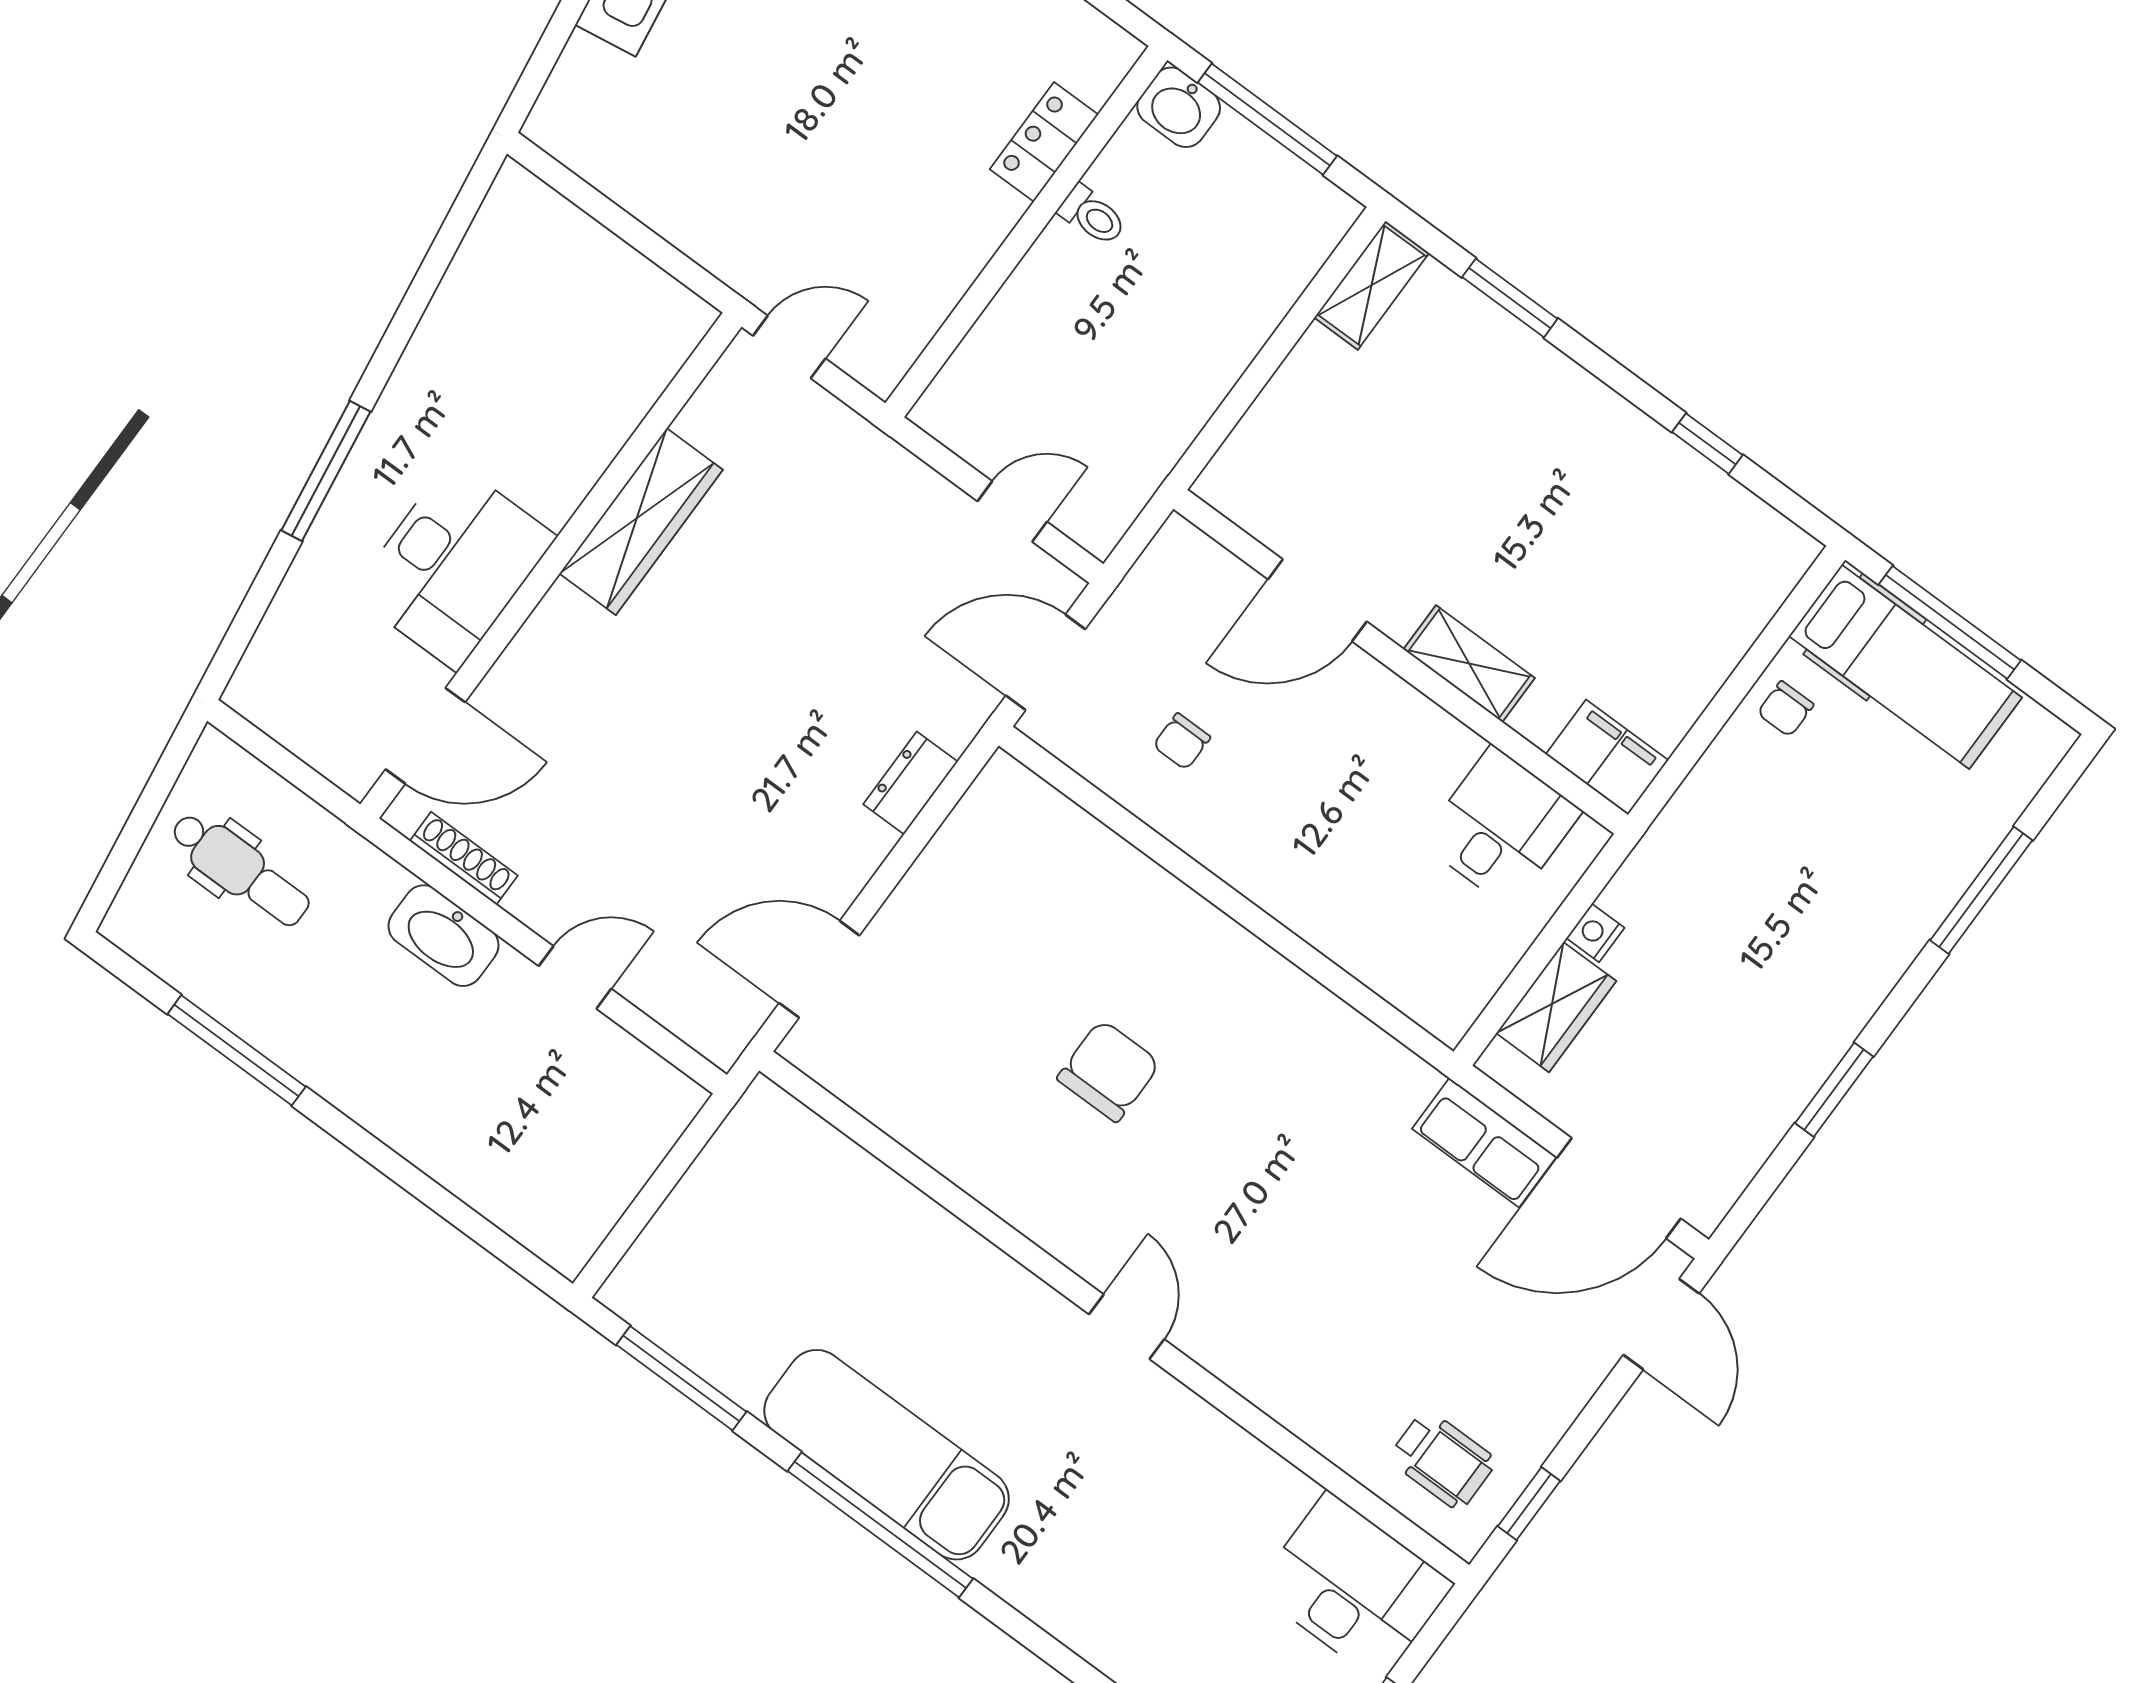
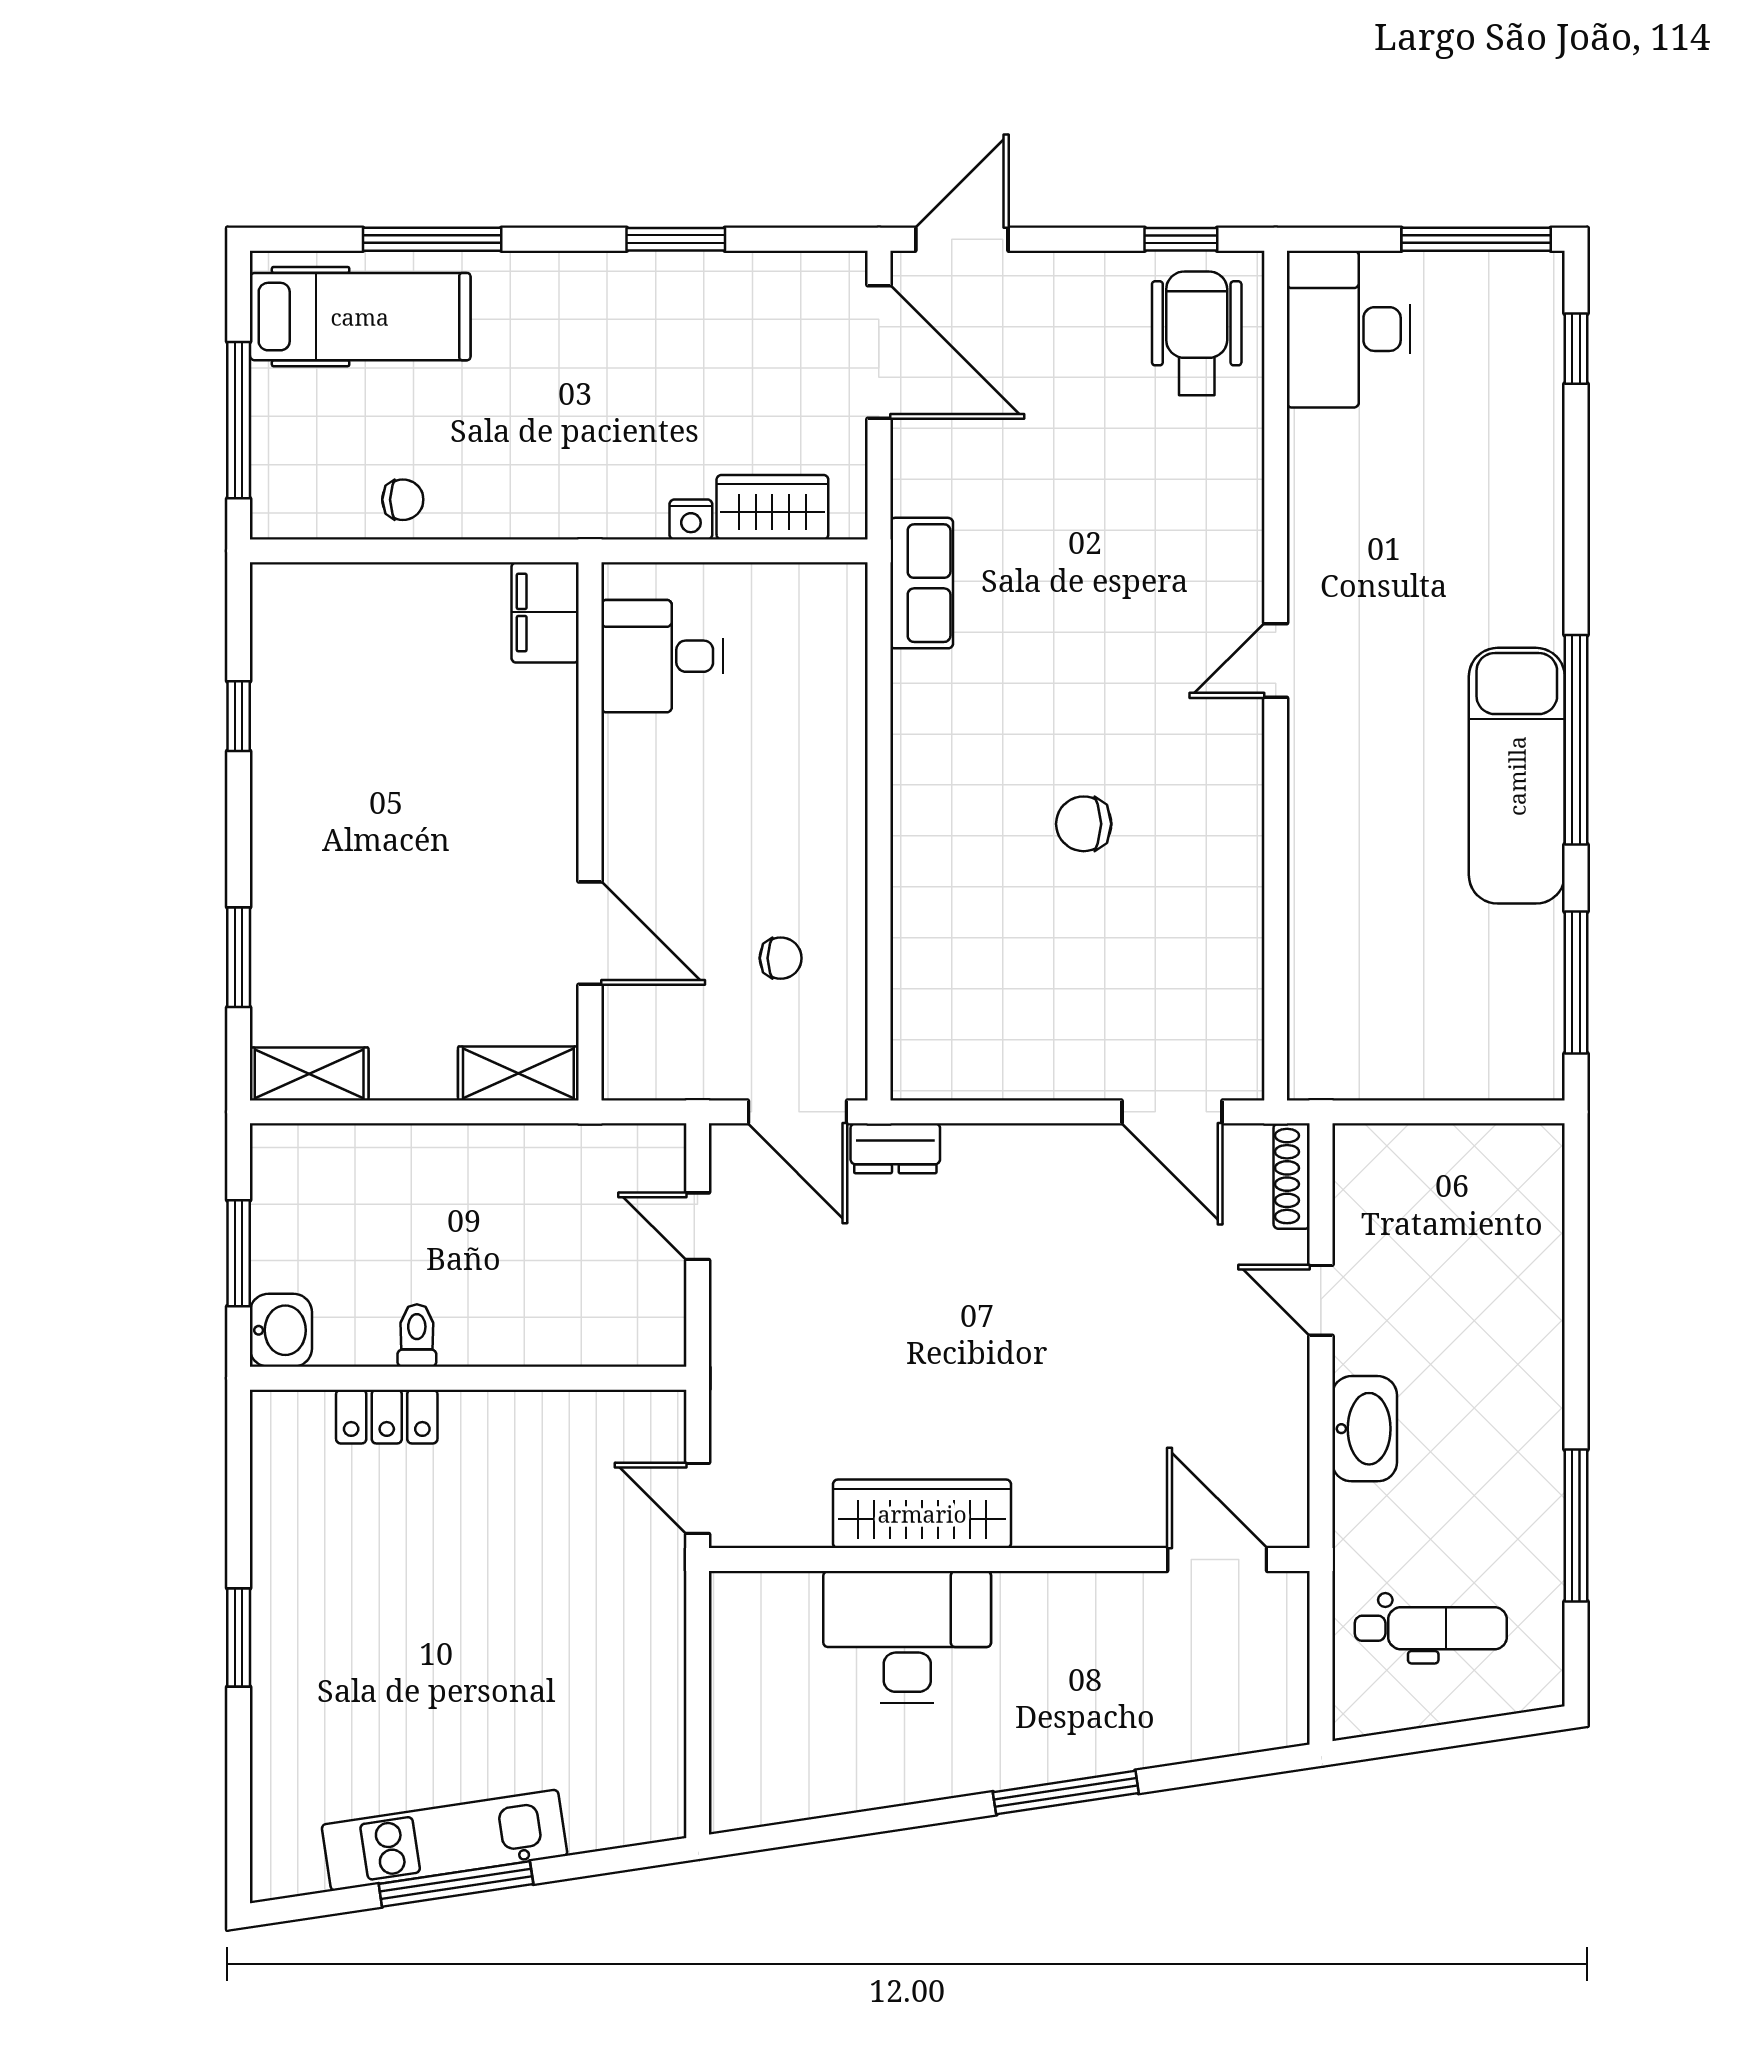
window: (1267, 119) -> (239, 1253), width x0.69
desk: (454, 565) -> (907, 1637), moved
shelving: (1469, 664) -> (518, 1073), moved, turned 90
hospital bed: (1905, 667) -> (360, 317), moved, turned 90
dresser: (911, 783) -> (895, 1148), moved
shoe rack: (464, 858) -> (1292, 1176), moved
dental chair: (240, 869) -> (1431, 1628), turned 90
chair: (1109, 1071) -> (1084, 824), width x0.73, depth x0.73
row of seats: (1484, 1143) -> (922, 583), moved
wheelchair: (1442, 1460) -> (1197, 333), width x1.36, depth x1.37

